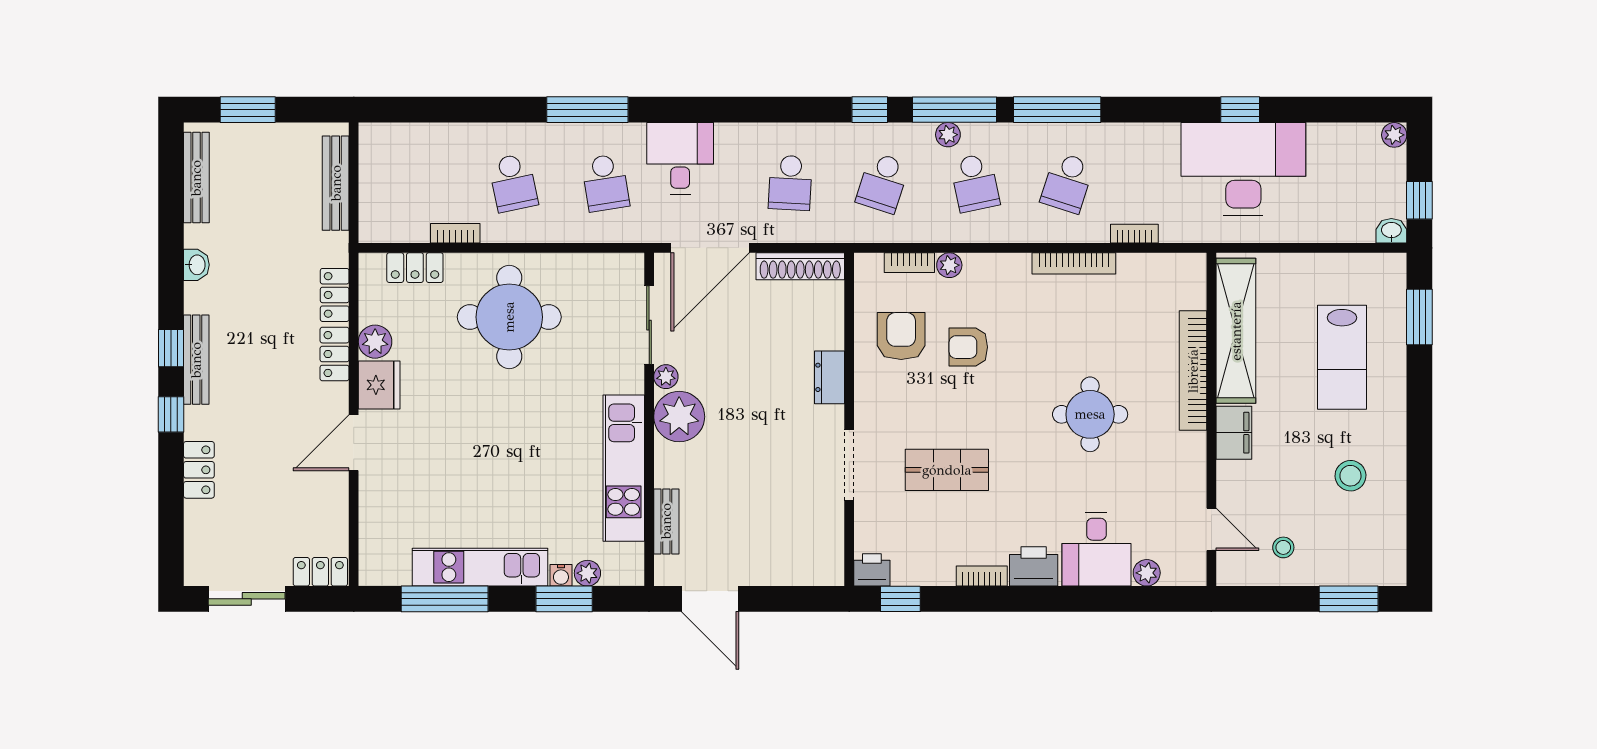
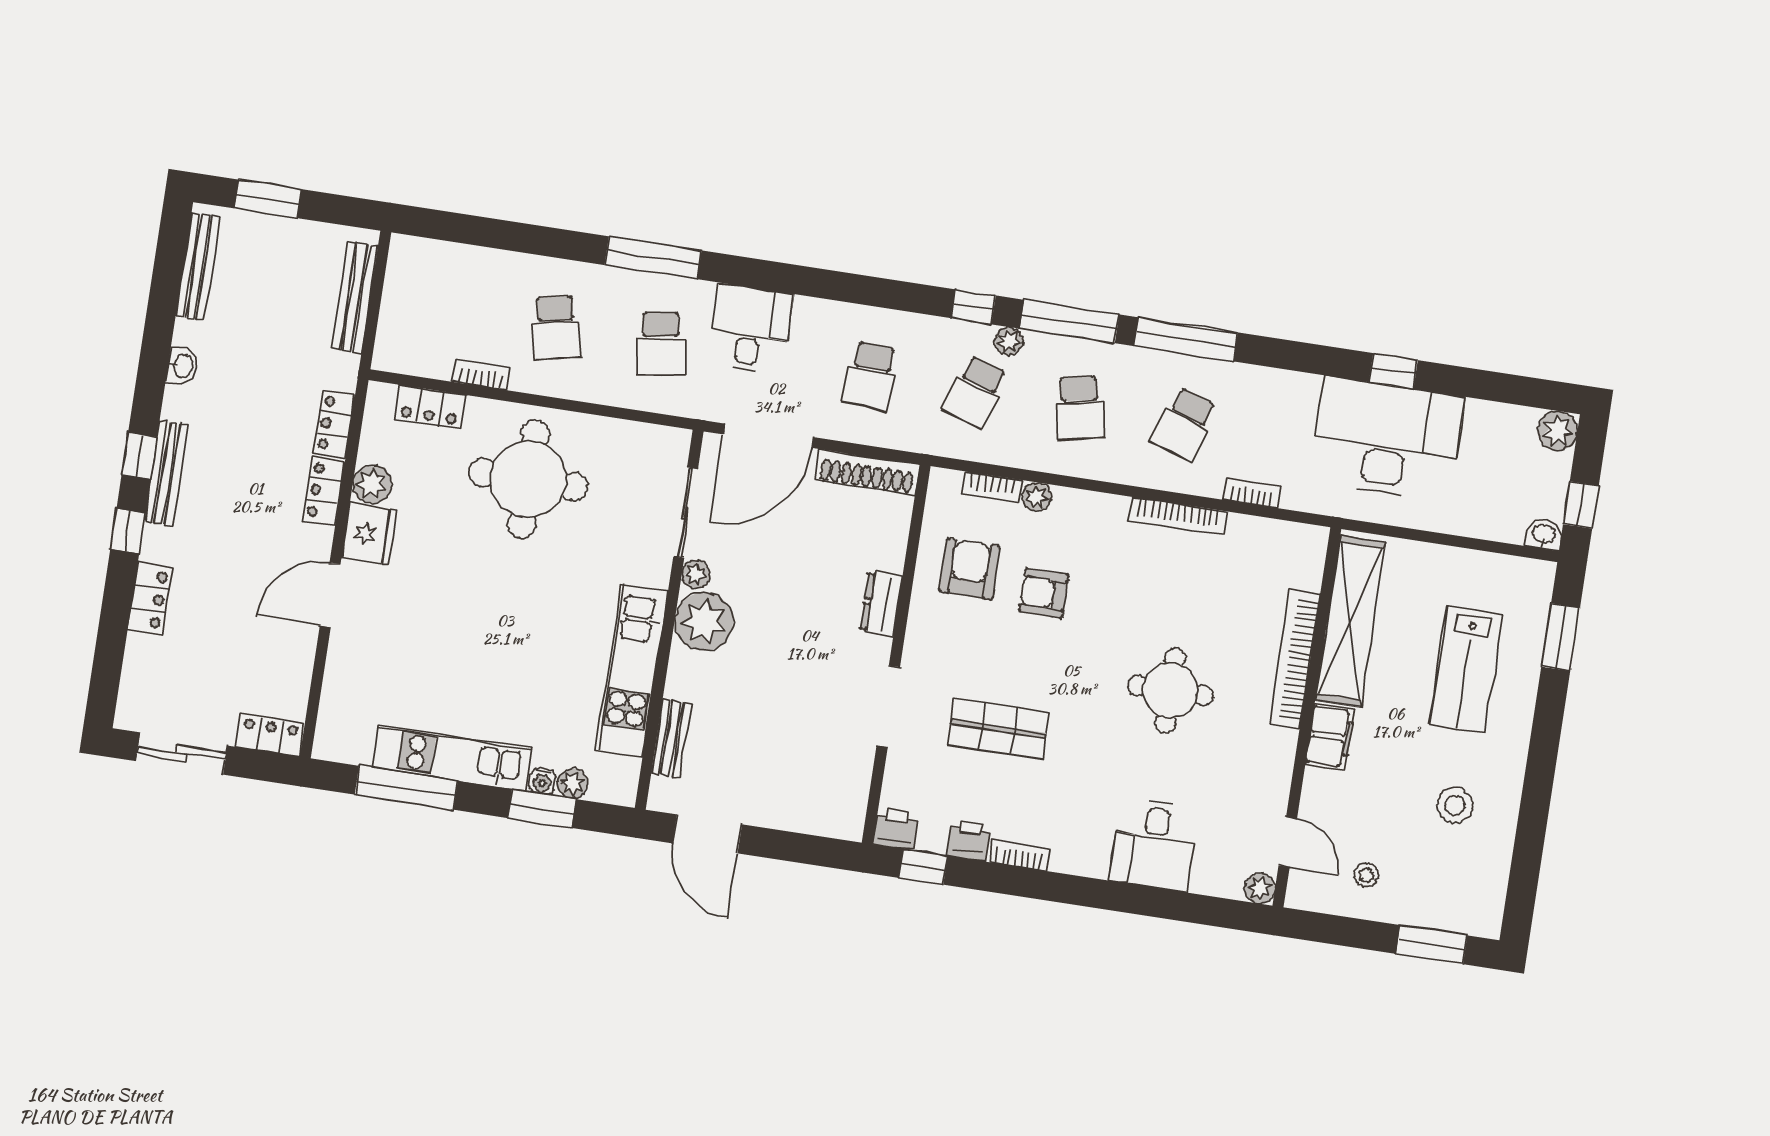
plant: (948, 135) -> (1009, 341), moved
plant: (1394, 135) -> (1558, 431), width x1.38, depth x1.38
printer: (1034, 566) -> (969, 841), moved, width x0.73, depth x0.81
plant: (1147, 573) -> (1260, 888), moved

